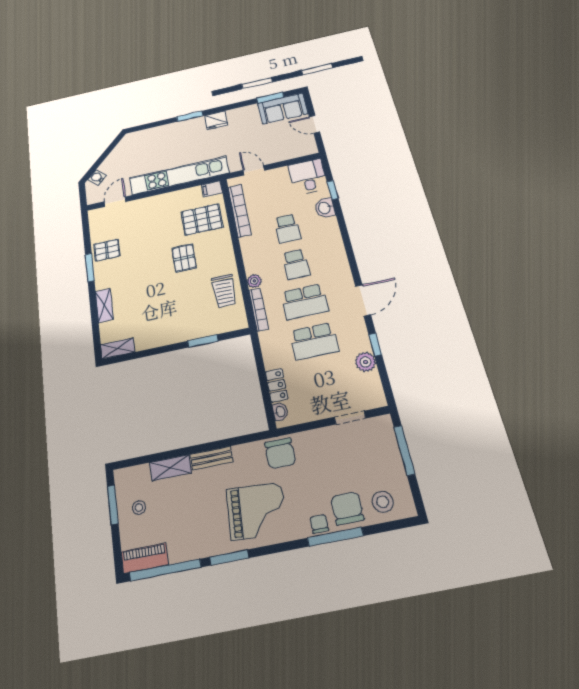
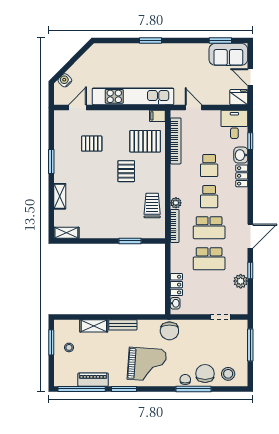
fridge: (216, 120) -> (239, 97), moved, turned 180
locker: (332, 231) -> (242, 176), added
pallet: (107, 250) -> (92, 144), moved
trolley: (224, 291) -> (152, 206), turned 180
piano: (145, 558) -> (93, 380), moved

